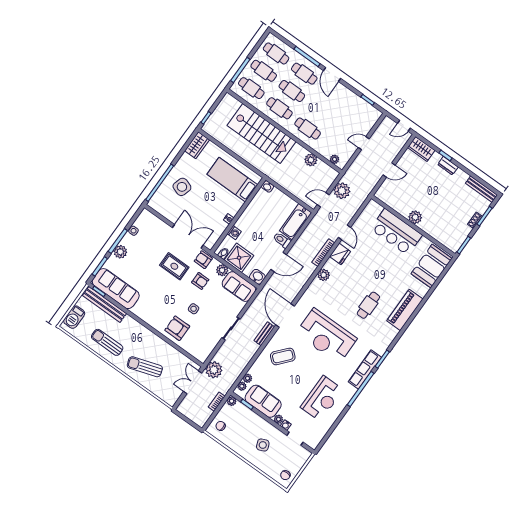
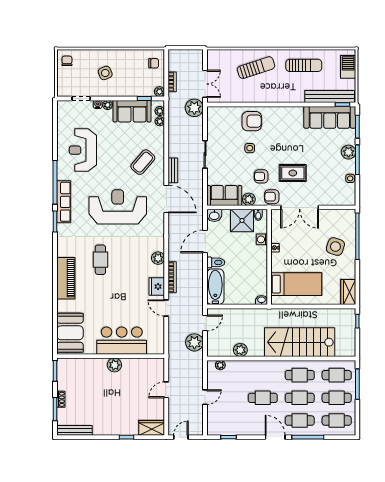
cafe table: (308, 128) -> (263, 398), moved
dresser: (448, 166) -> (118, 430), removed
armchair: (203, 260) -> (272, 197), turned 180

